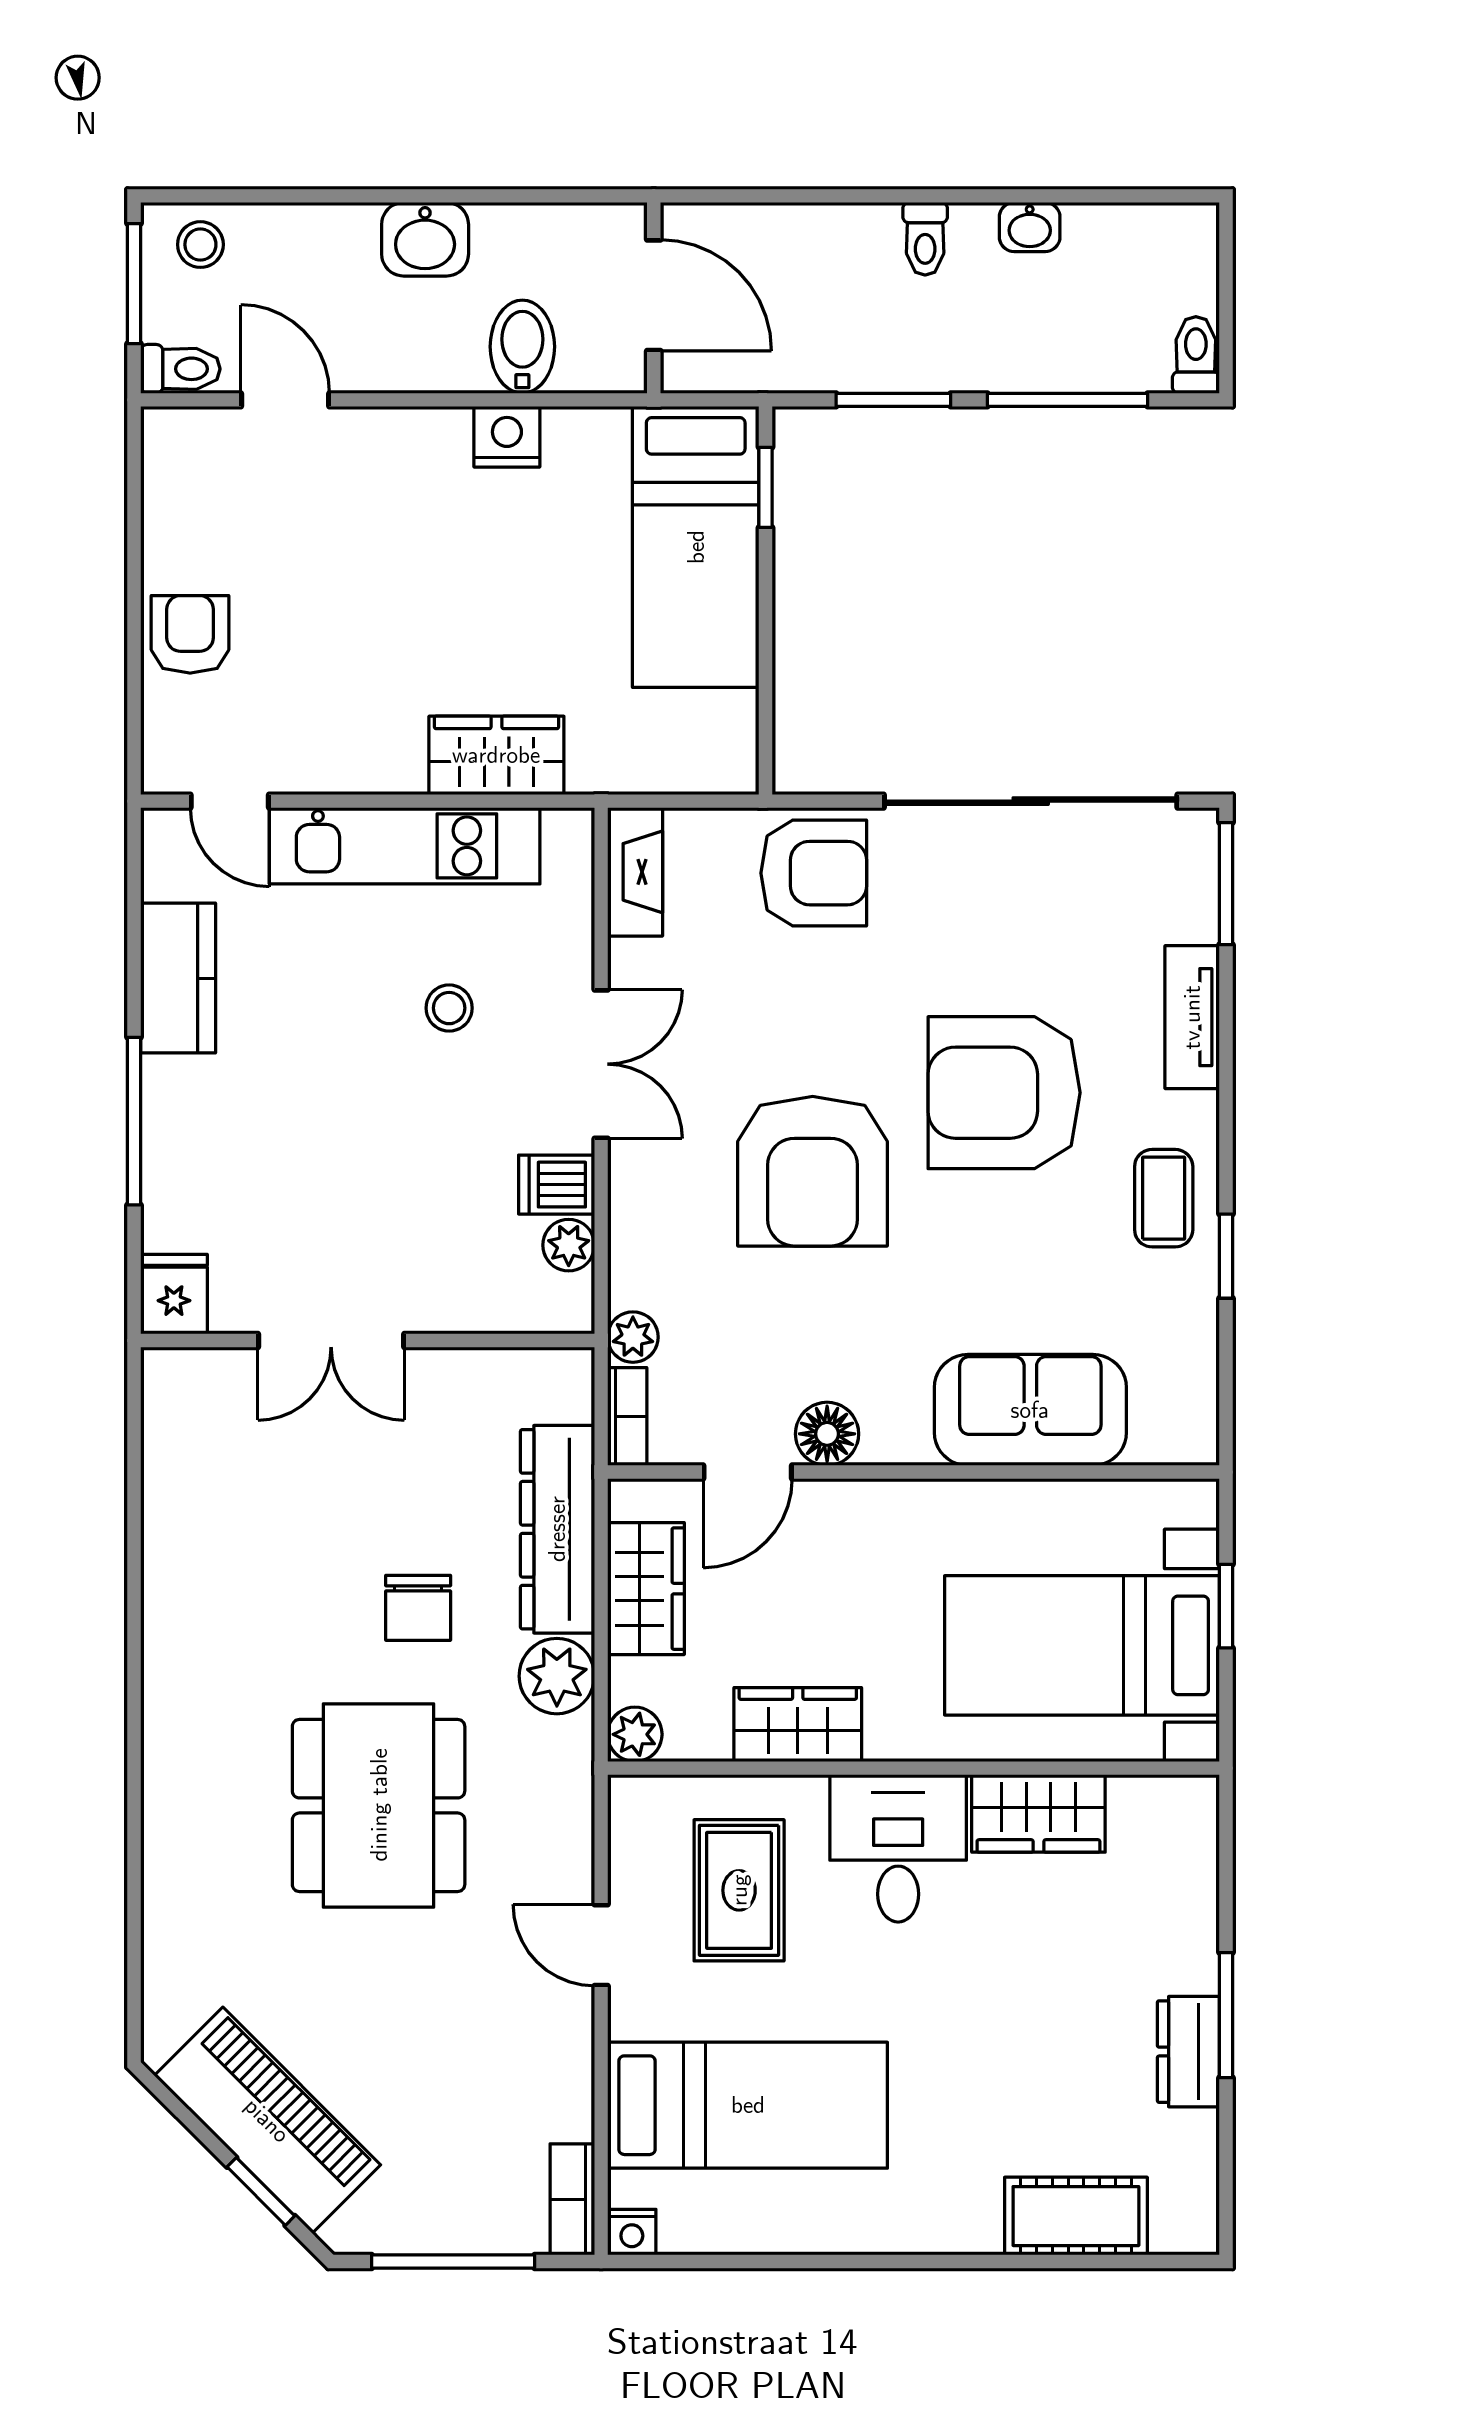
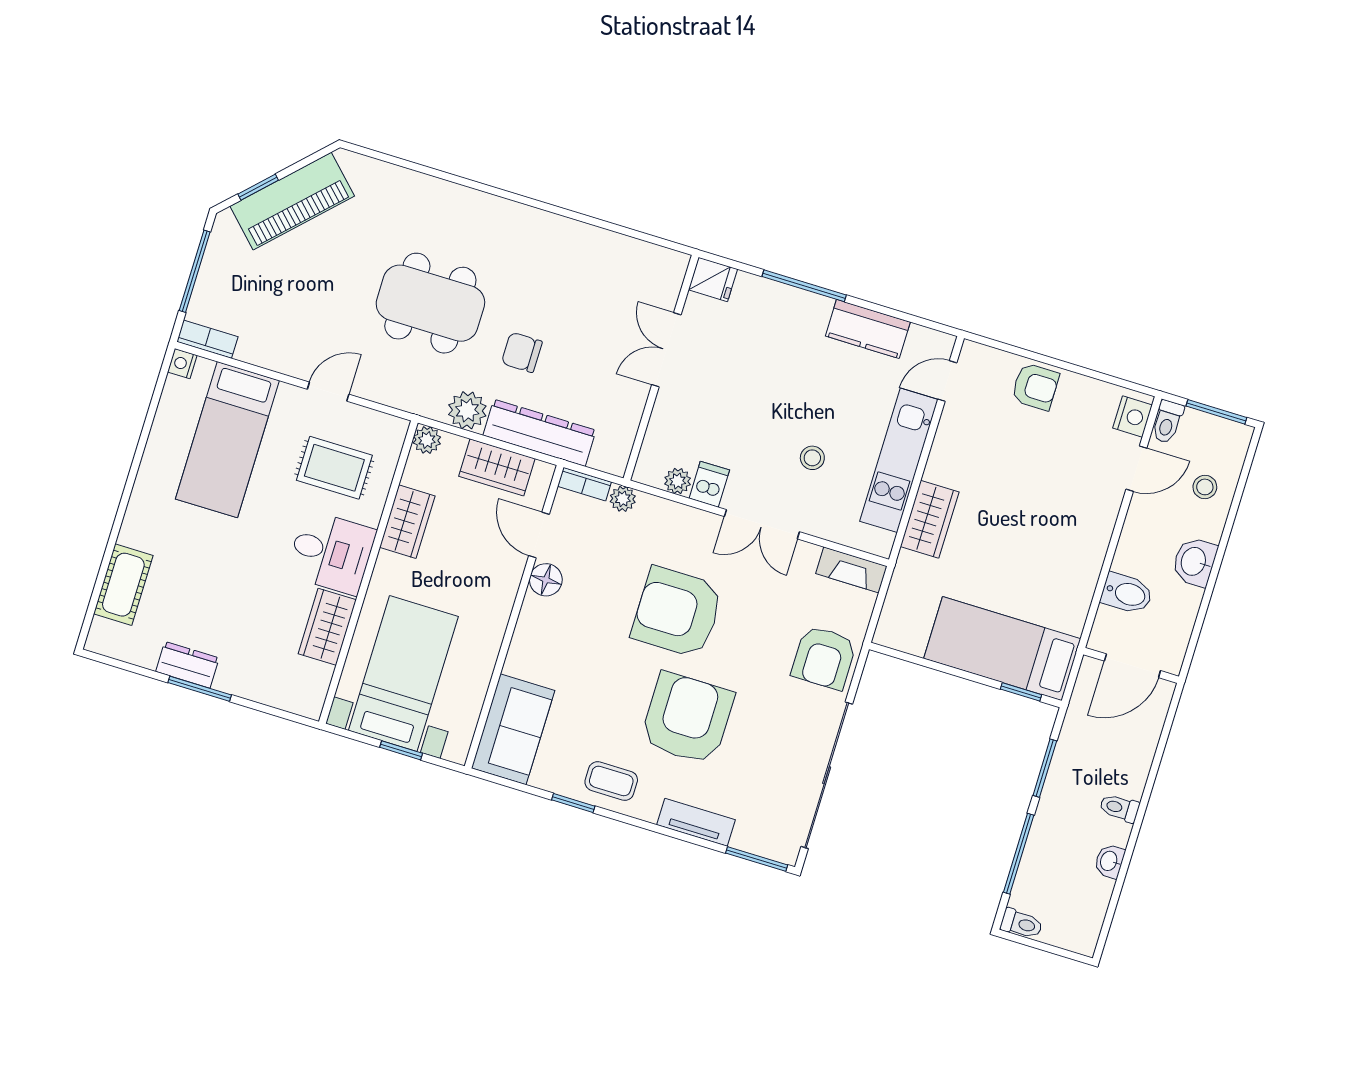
stool: (200, 245) -> (1205, 487), moved
nightstand: (507, 437) -> (1132, 417), moved
sofa: (1030, 1410) -> (513, 729), moved

